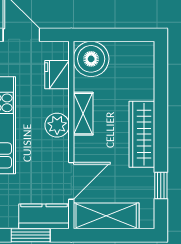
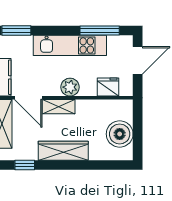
boiler: (91, 59) -> (120, 134), moved
shelving: (83, 114) -> (59, 107), moved

